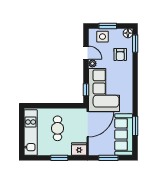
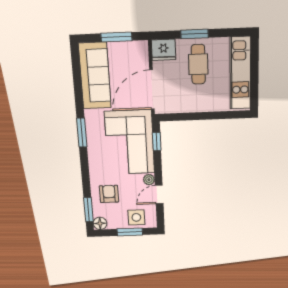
door: (86, 53) -> (159, 195), hinge flipped
window: (135, 126) -> (82, 133), moved
cafe table: (58, 128) -> (198, 64), moved

